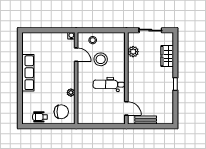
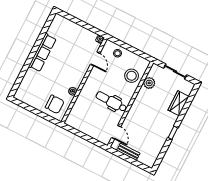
stool: (101, 59) -> (132, 76), moved
wheelchair: (40, 117) -> (33, 99), removed

